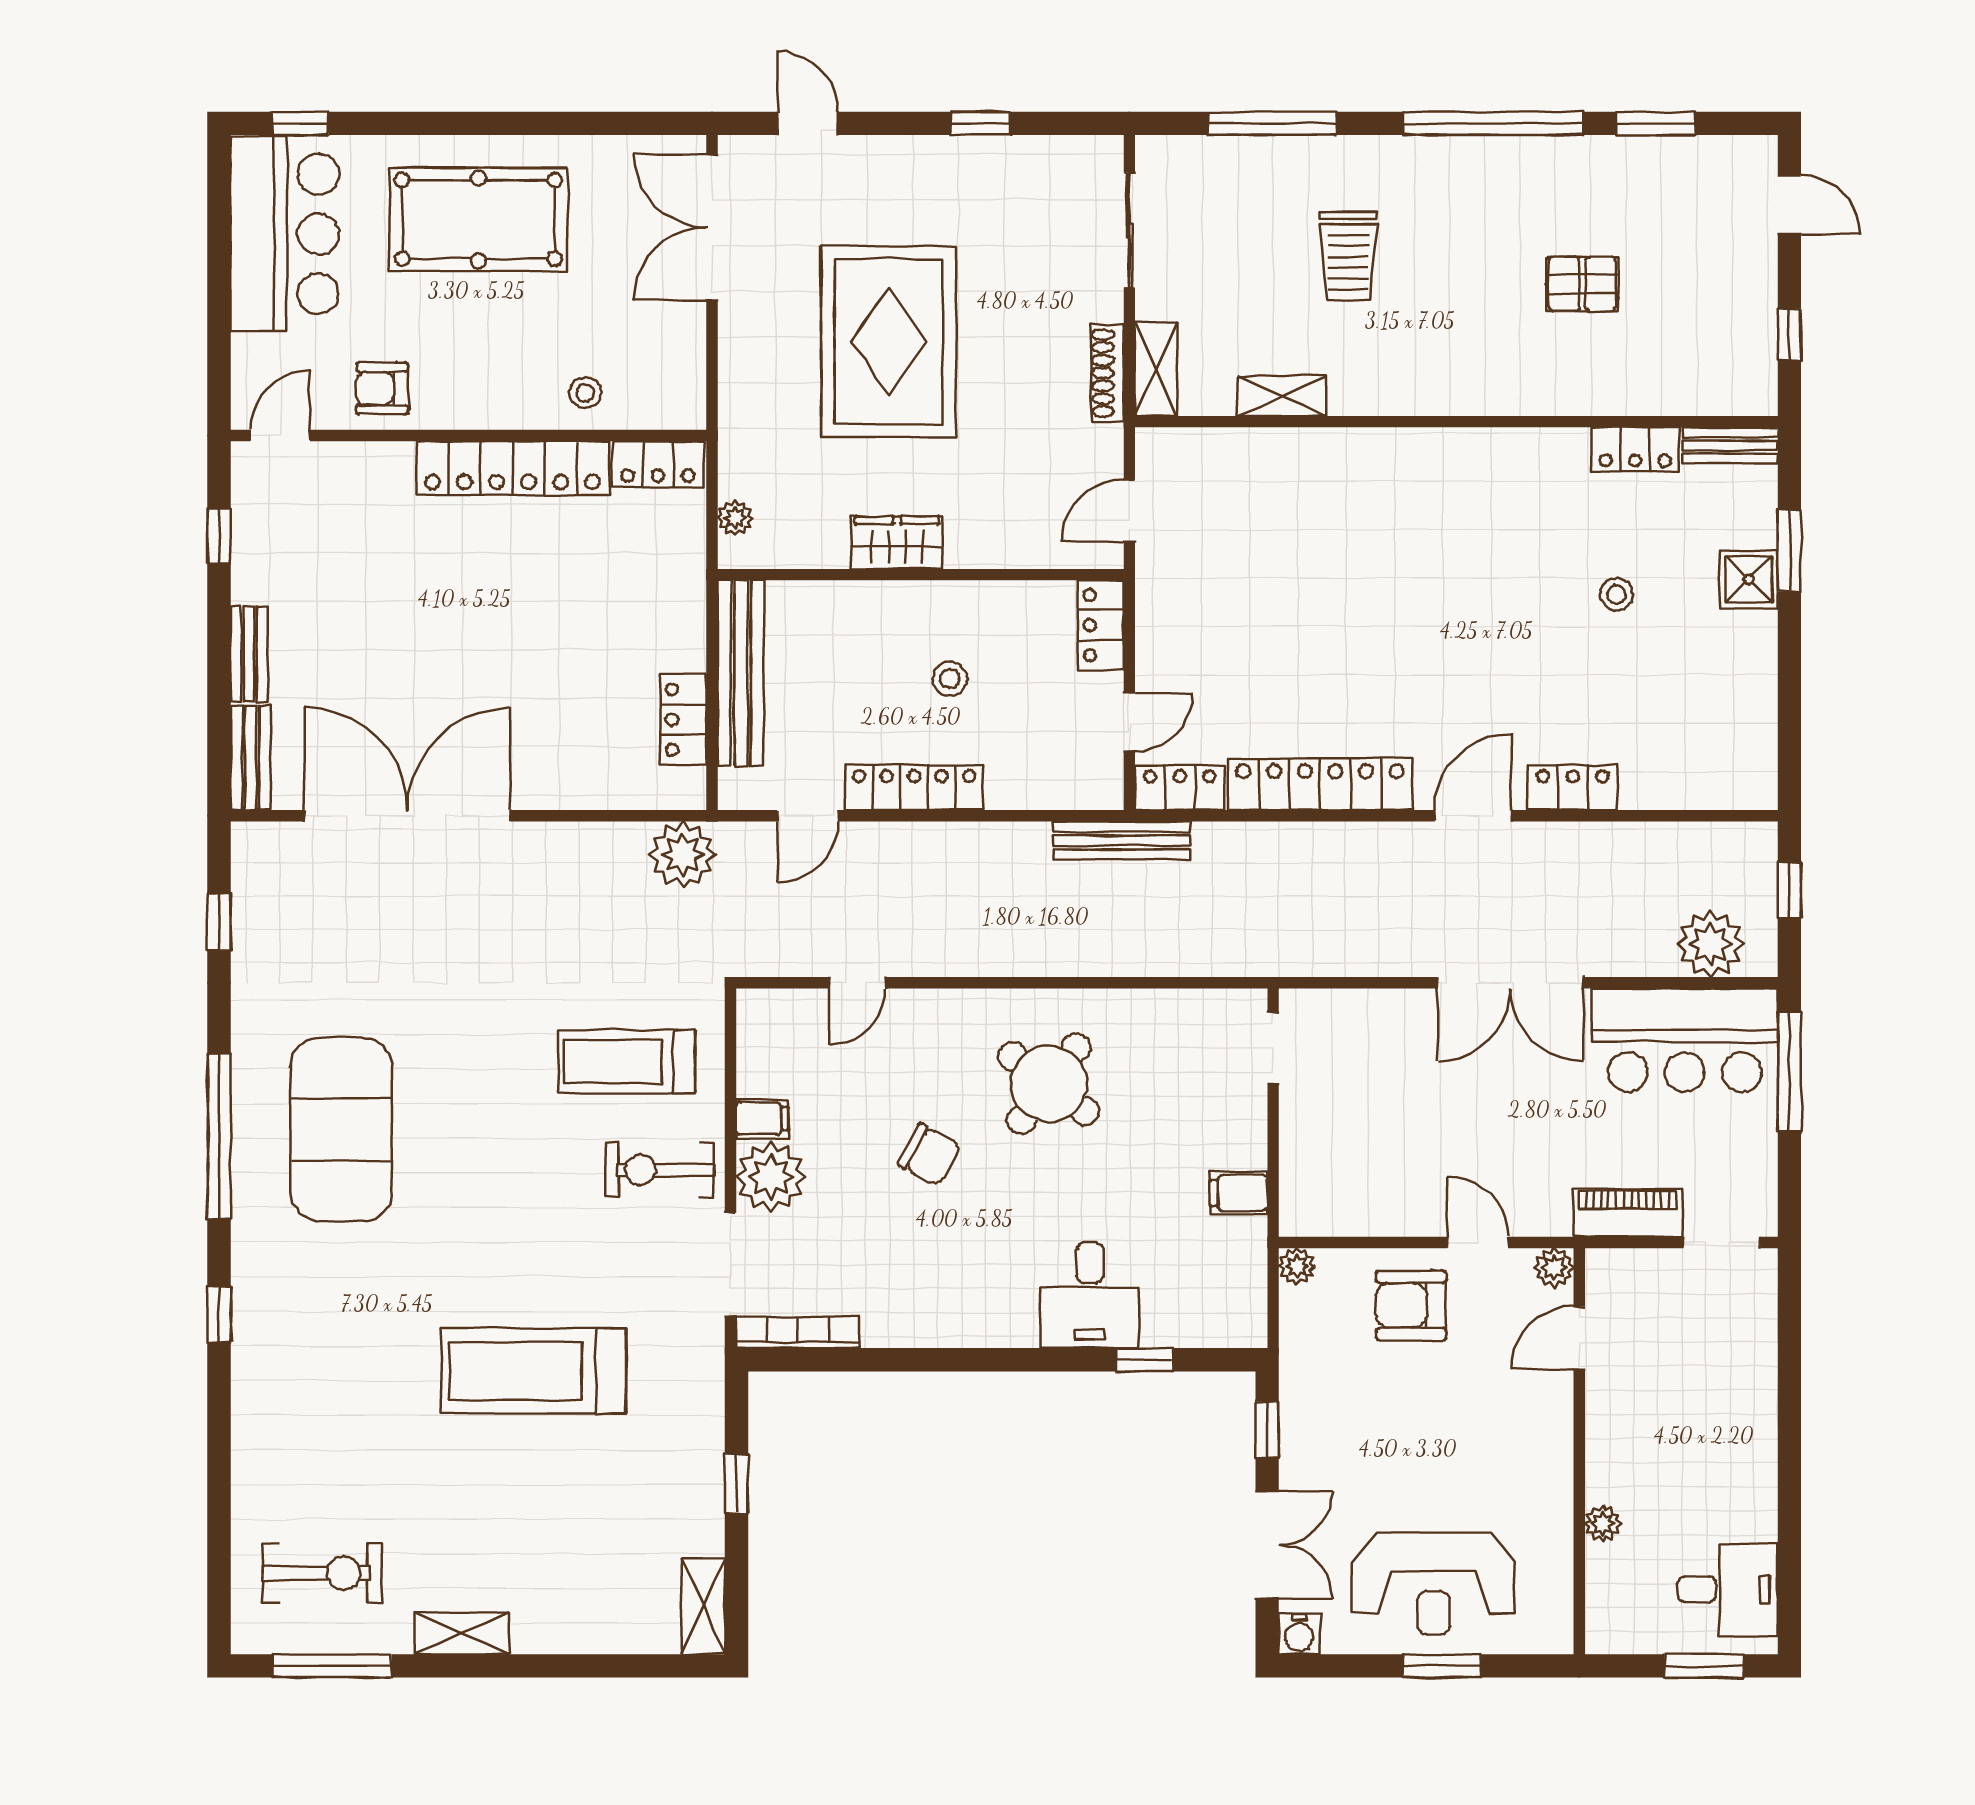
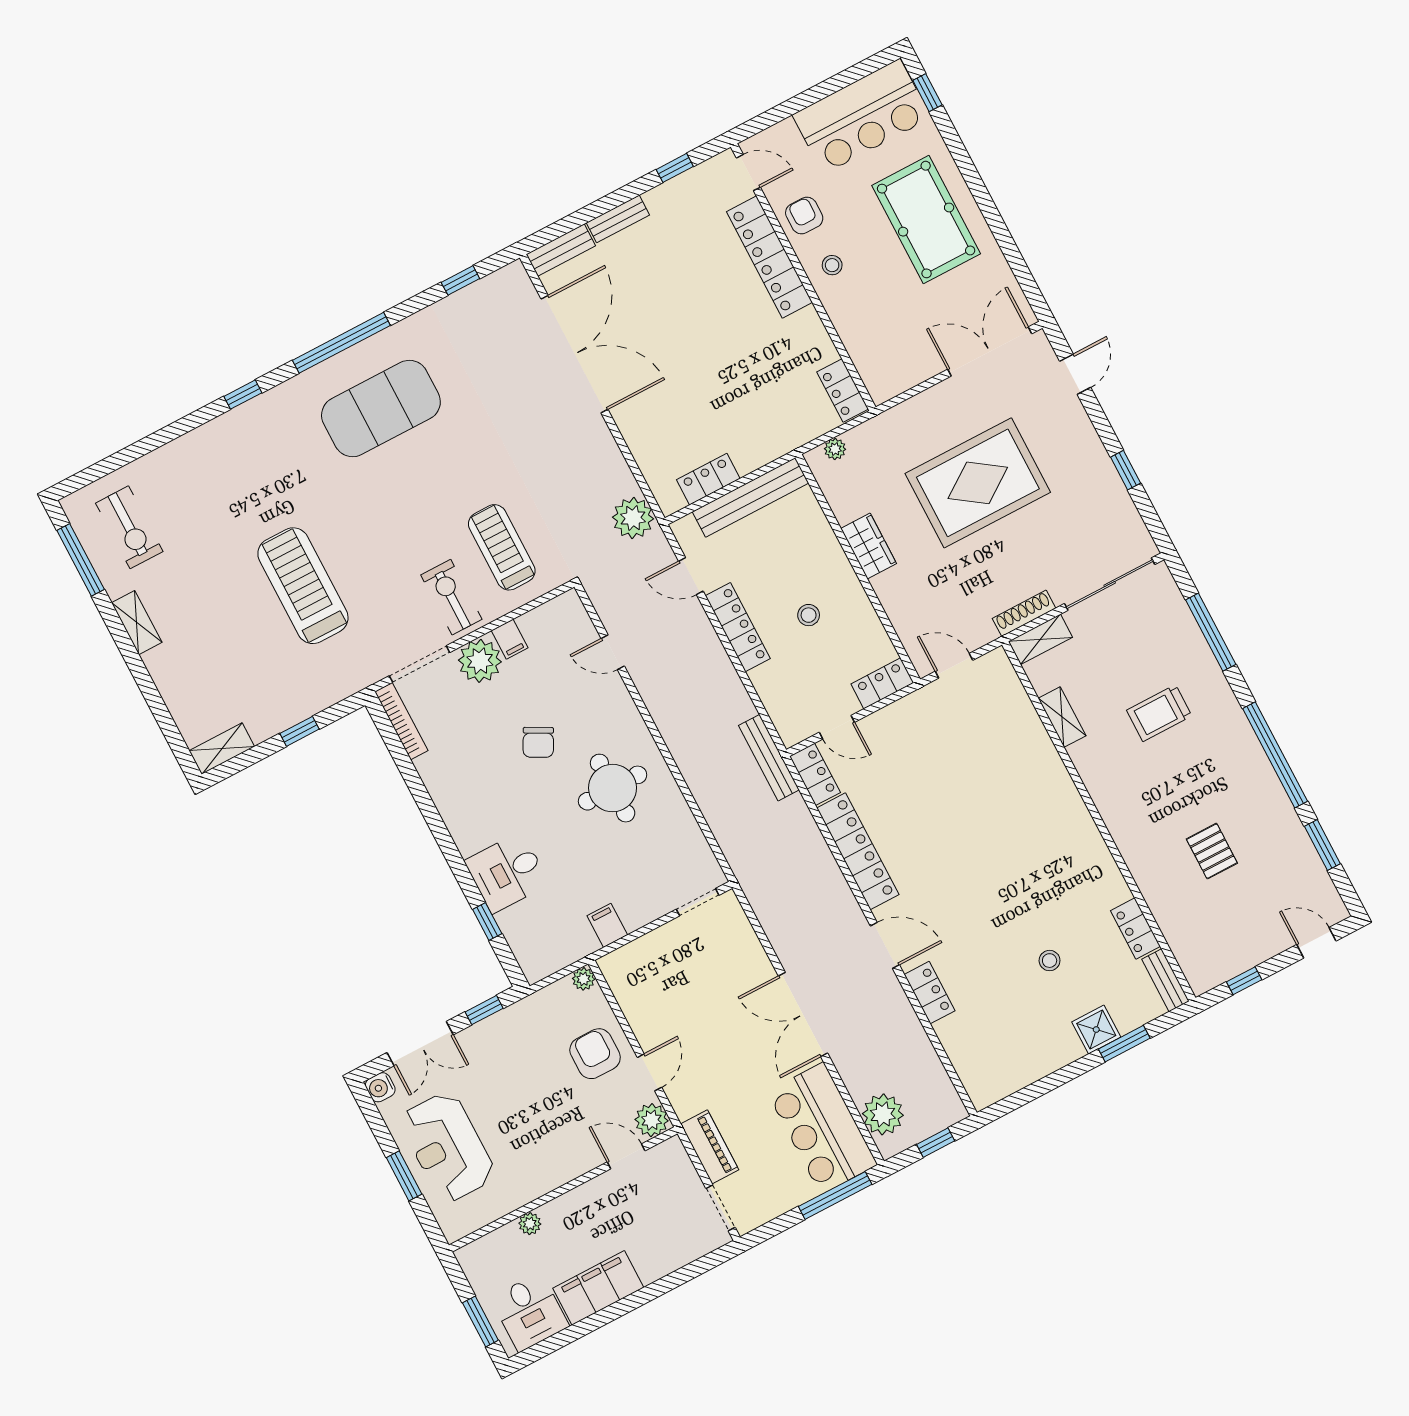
door: (1789, 204) -> (1316, 943), swing flipped
sliding door: (1129, 230) -> (1110, 584), width x1.37
stool: (585, 393) -> (832, 265), moved
locker: (513, 468) -> (769, 257), moved
round table: (1049, 1084) -> (613, 788), turned -37
plant: (1554, 1268) -> (652, 1120), width x1.38, depth x1.38
filing cabinet: (1744, 1475) -> (598, 1288), added

